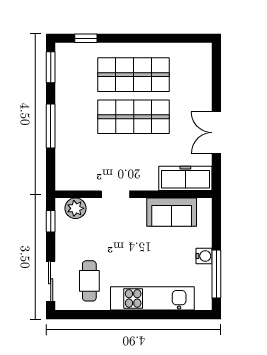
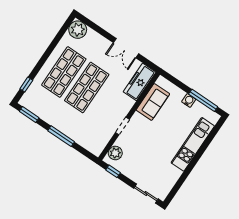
plant: (199, 56) -> (78, 30), added
cafe table: (89, 281) -> (160, 172), removed

